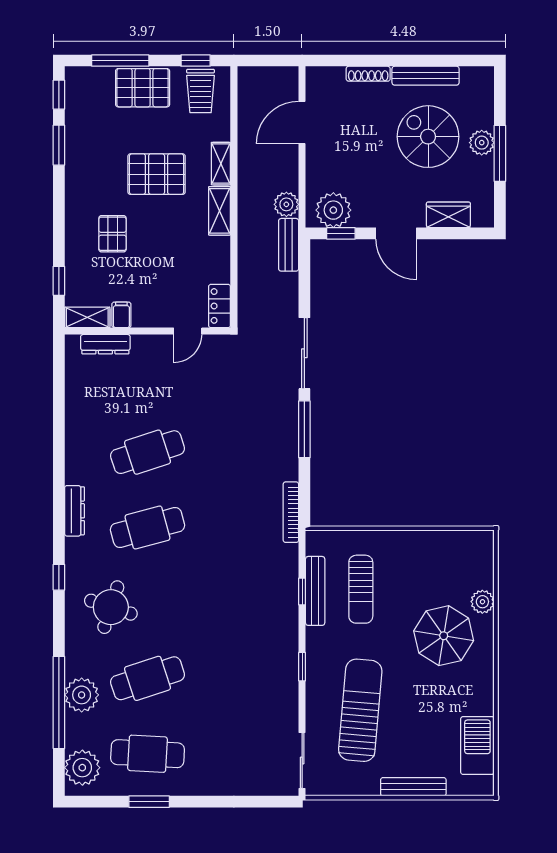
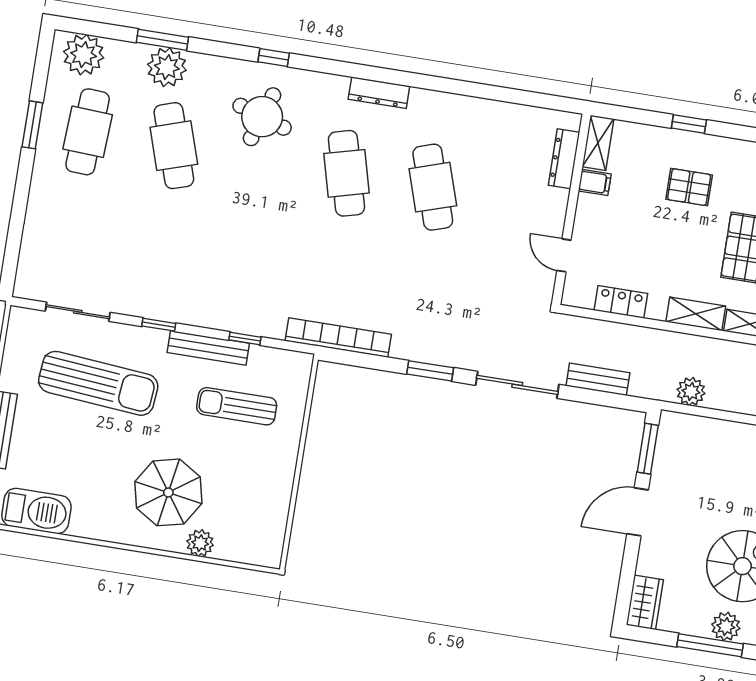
plant: (333, 210) -> (676, 444), removed
wardrobe: (448, 215) -> (645, 602), moved
window: (341, 233) -> (648, 449), width x1.50
bench: (289, 245) -> (598, 379), moved
window: (59, 281) -> (689, 124), moved
locker: (220, 306) -> (621, 302), moved
window: (304, 429) -> (430, 371), width x0.69
bookcase: (291, 512) -> (338, 338), width x1.48, depth x1.31
window: (59, 577) -> (274, 58), moved
bench: (315, 591) -> (208, 348), moved
window: (59, 702) -> (162, 40), width x0.47
sliding door: (302, 760) -> (78, 312), moved

